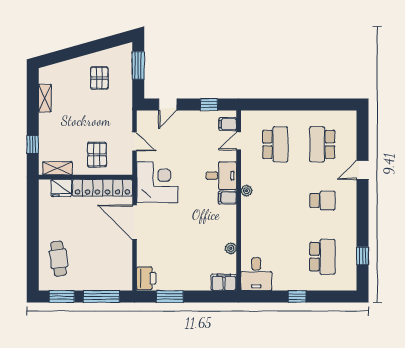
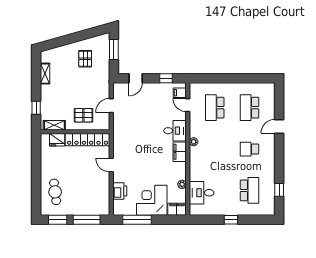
door: (239, 141) -> (188, 105), hinge flipped
door: (135, 142) -> (111, 106), swing flipped
school desk: (275, 144) -> (215, 108), turned 180
pallet: (97, 155) -> (83, 115), turned 90
corner desk: (157, 182) -> (152, 200), moved, turned -90
filing cabinet: (227, 198) -> (180, 152), width x2.00
school desk: (322, 201) -> (249, 149), turned 180
door: (135, 222) -> (111, 165), width x0.53
desk: (256, 274) -> (202, 193), moved, turned 90
printer: (146, 278) -> (120, 191), moved
window: (170, 297) -> (137, 220), width x1.44

